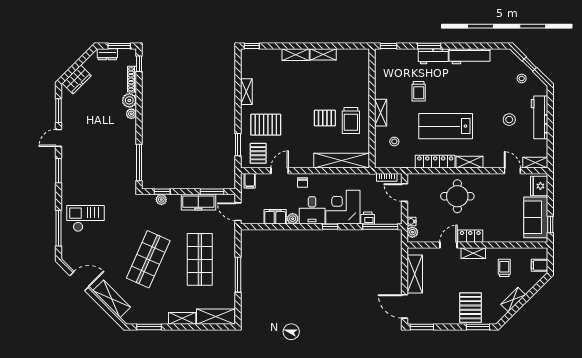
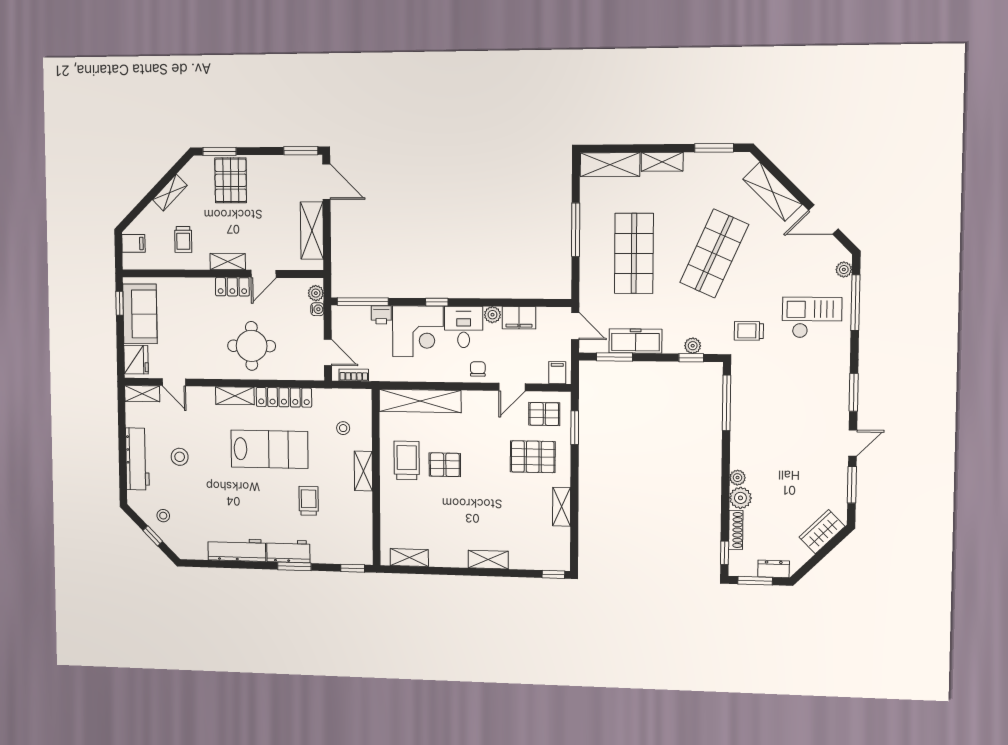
shelving: (323, 54) -> (409, 558), moved
pallet: (258, 153) -> (544, 414), turned 90
trolley: (125, 209) -> (749, 331), added
checkout: (85, 218) -> (812, 318), turned 180
plant: (66, 249) -> (844, 269), added

